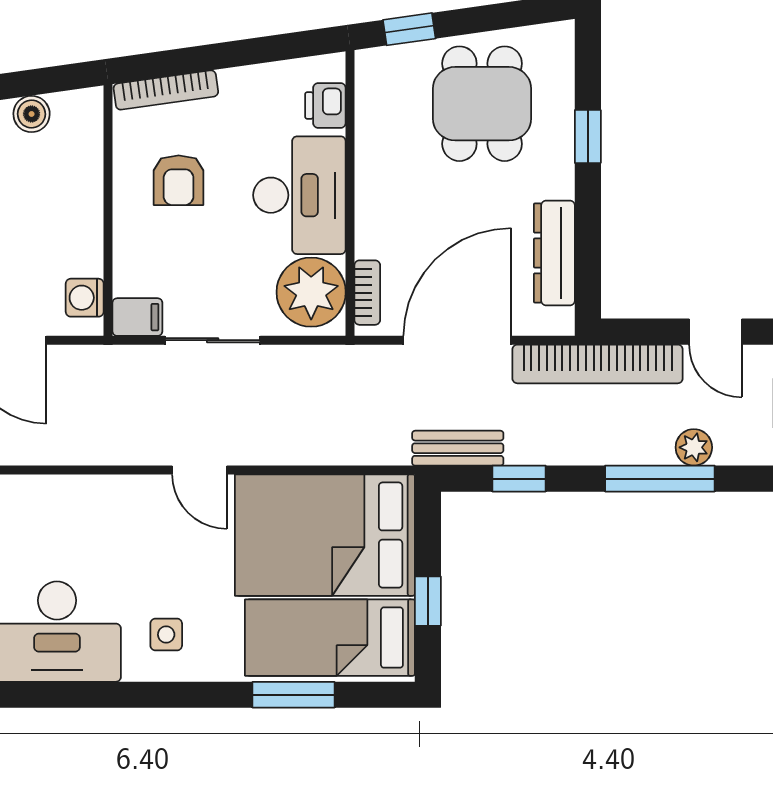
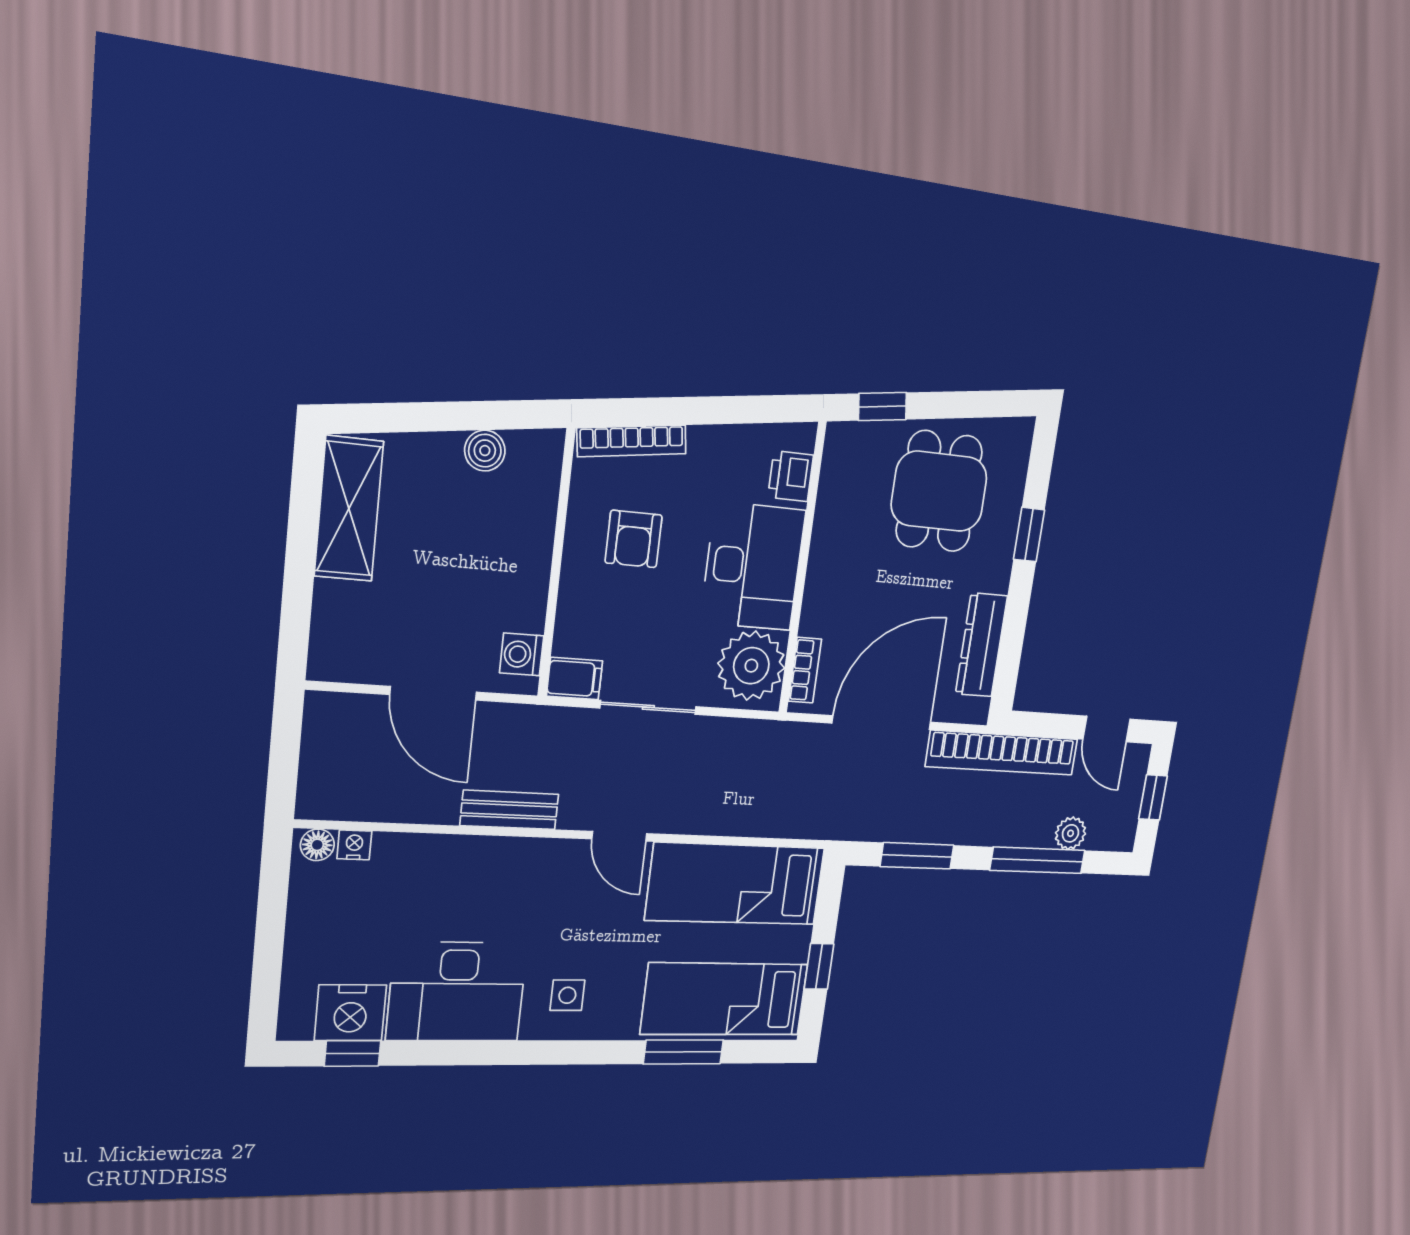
bench: (458, 448) -> (509, 810), moved
window: (519, 479) -> (917, 856), width x1.50
bed: (325, 535) -> (735, 884), width x0.67

